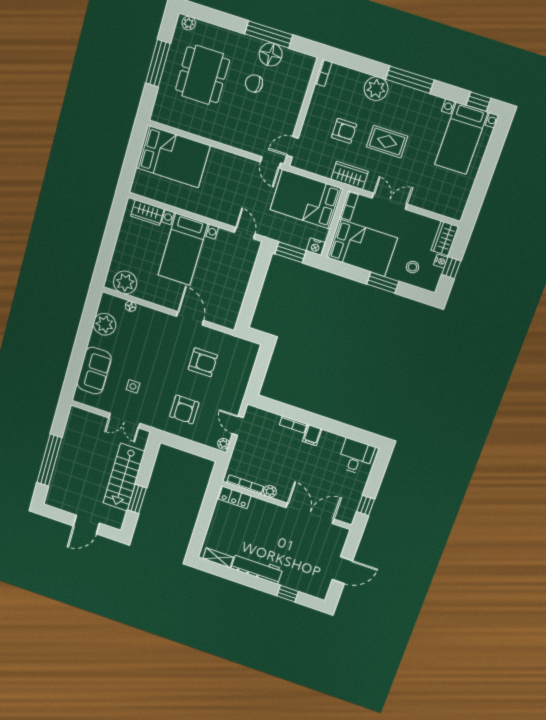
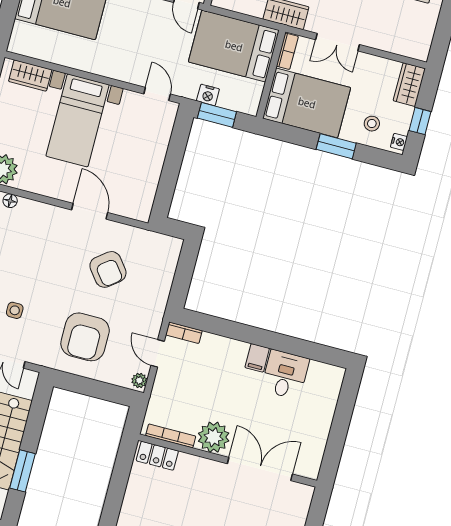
double door: (389, 201) -> (337, 42), swing flipped
nightstand: (315, 247) -> (208, 95), moved
nightstand: (441, 261) -> (399, 142), moved
armchair: (203, 362) -> (108, 269), turned 52
armchair: (184, 410) -> (85, 337), width x1.36, depth x1.36
bookcase: (293, 424) -> (184, 333), moved
desk: (356, 457) -> (285, 375), moved
plant: (270, 491) -> (214, 437), width x1.87, depth x1.87
window: (366, 505) -> (334, 450), removed

